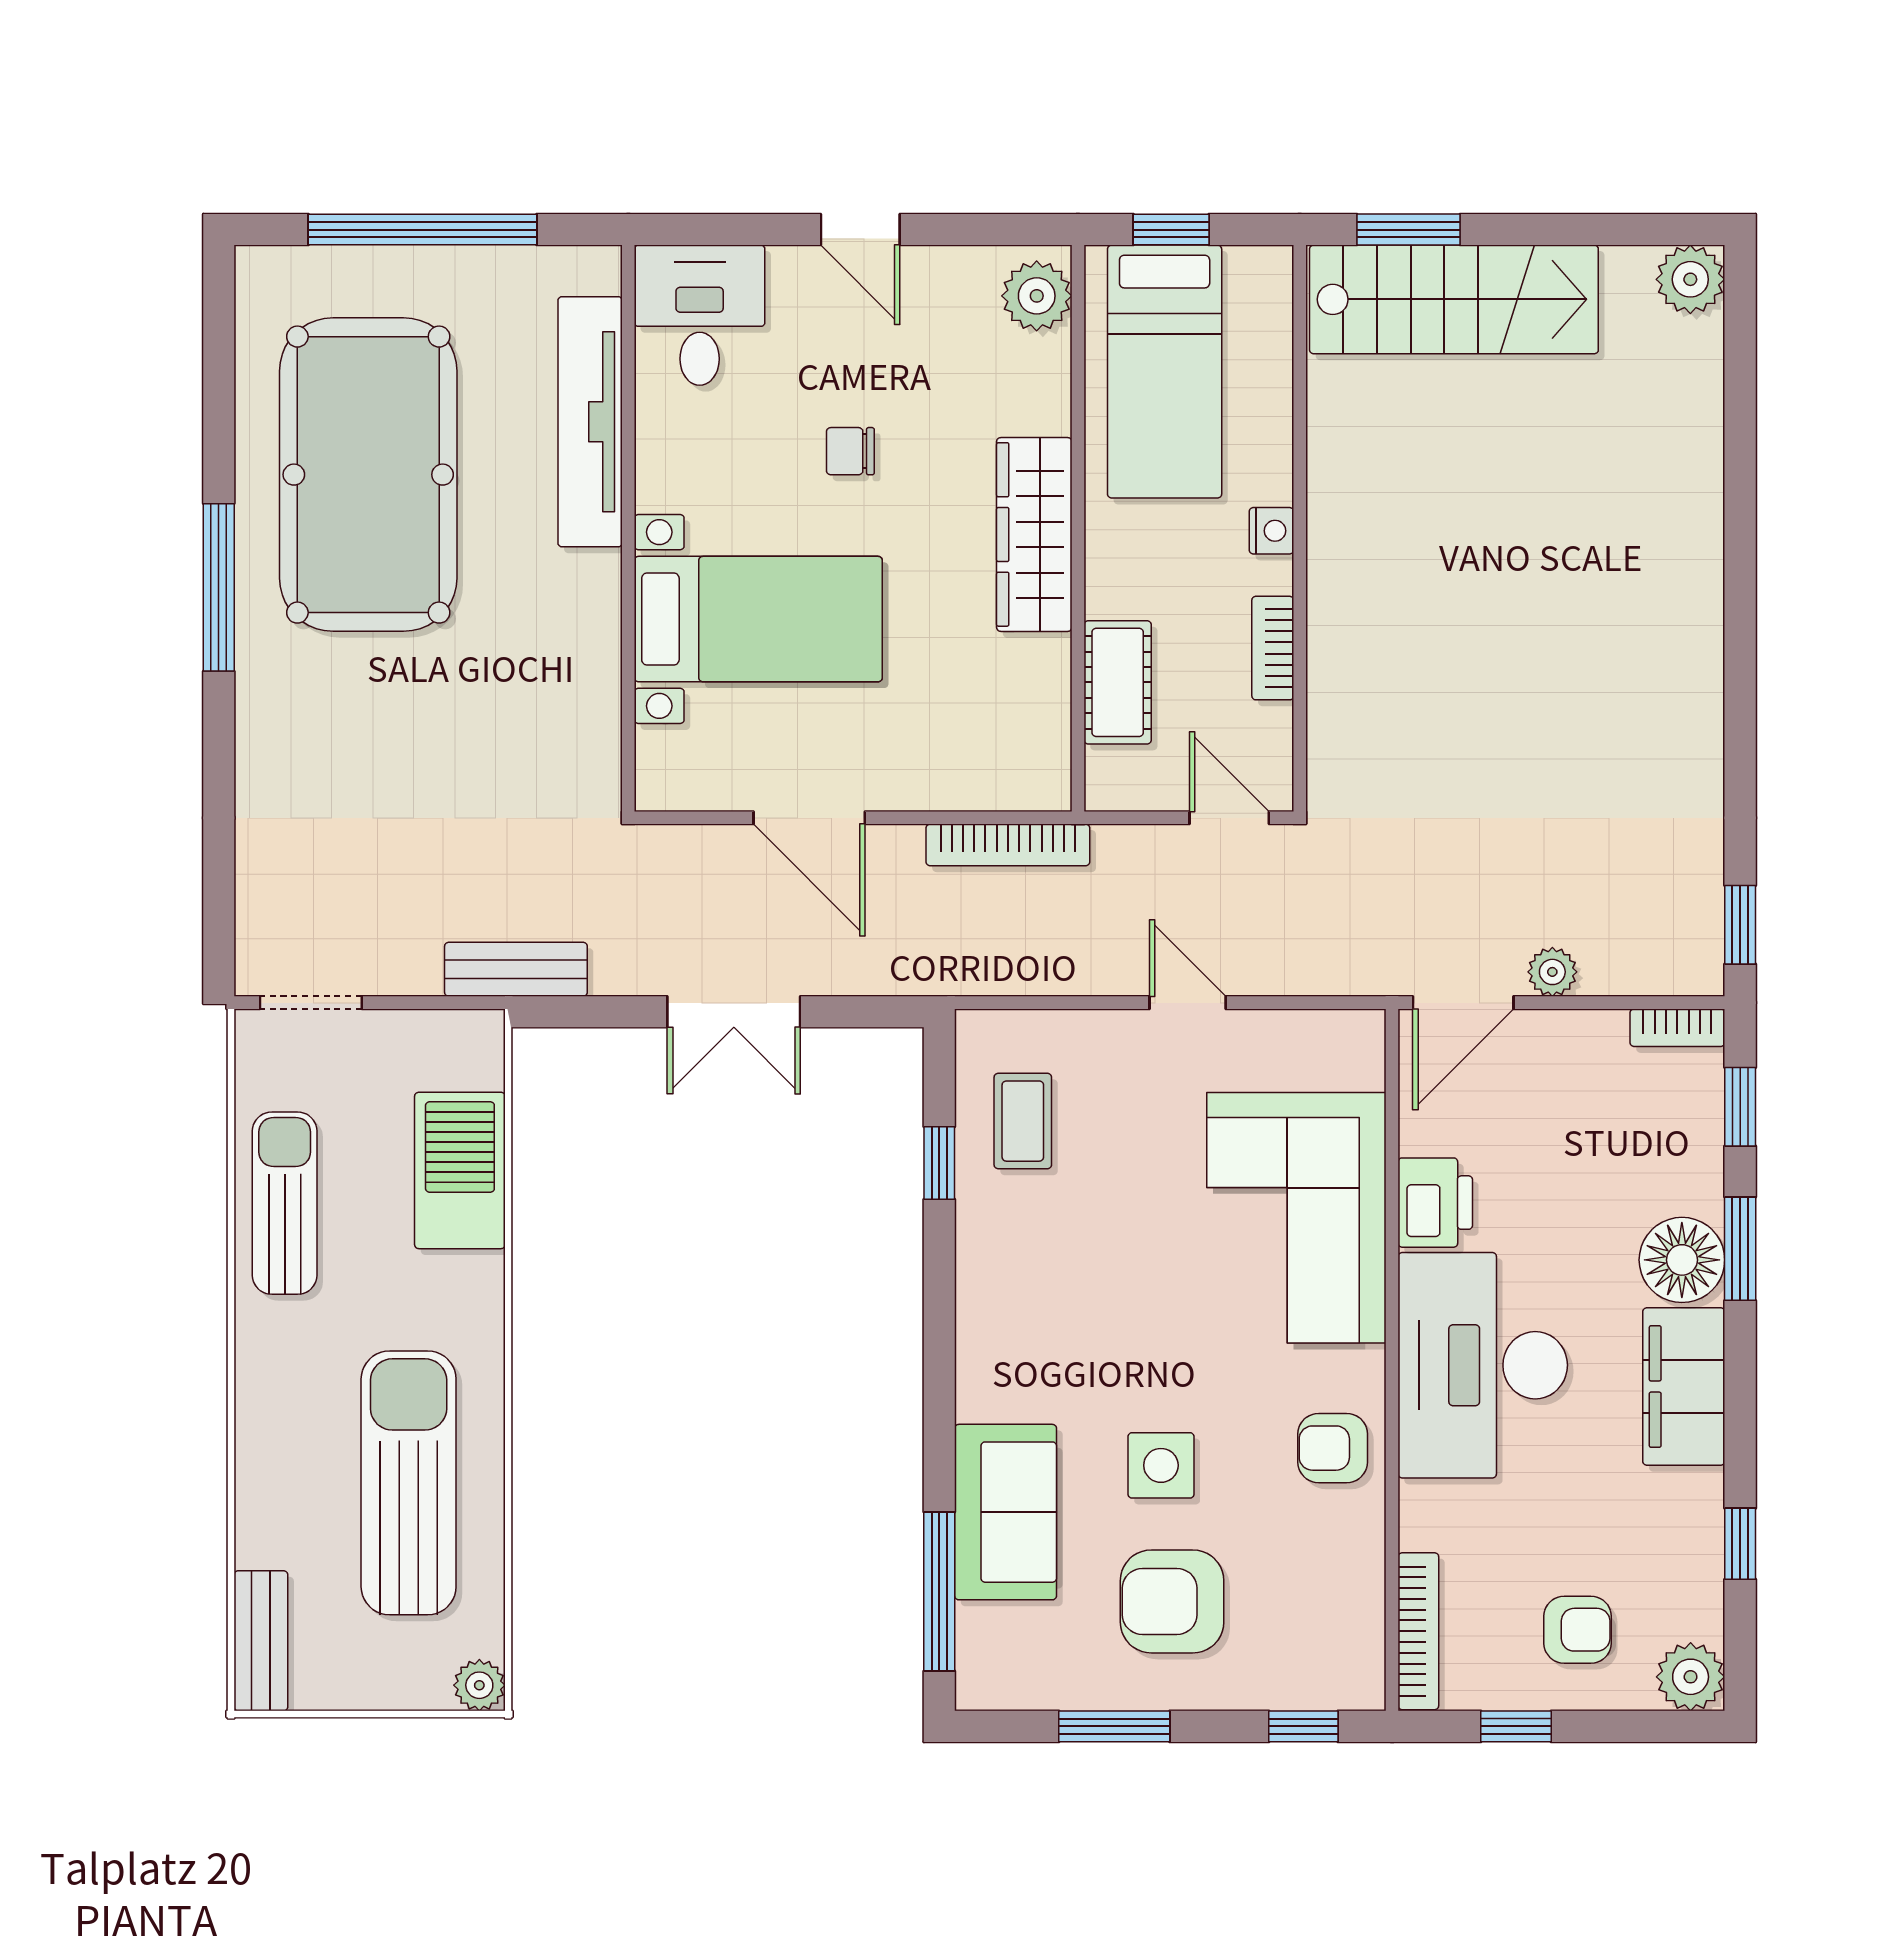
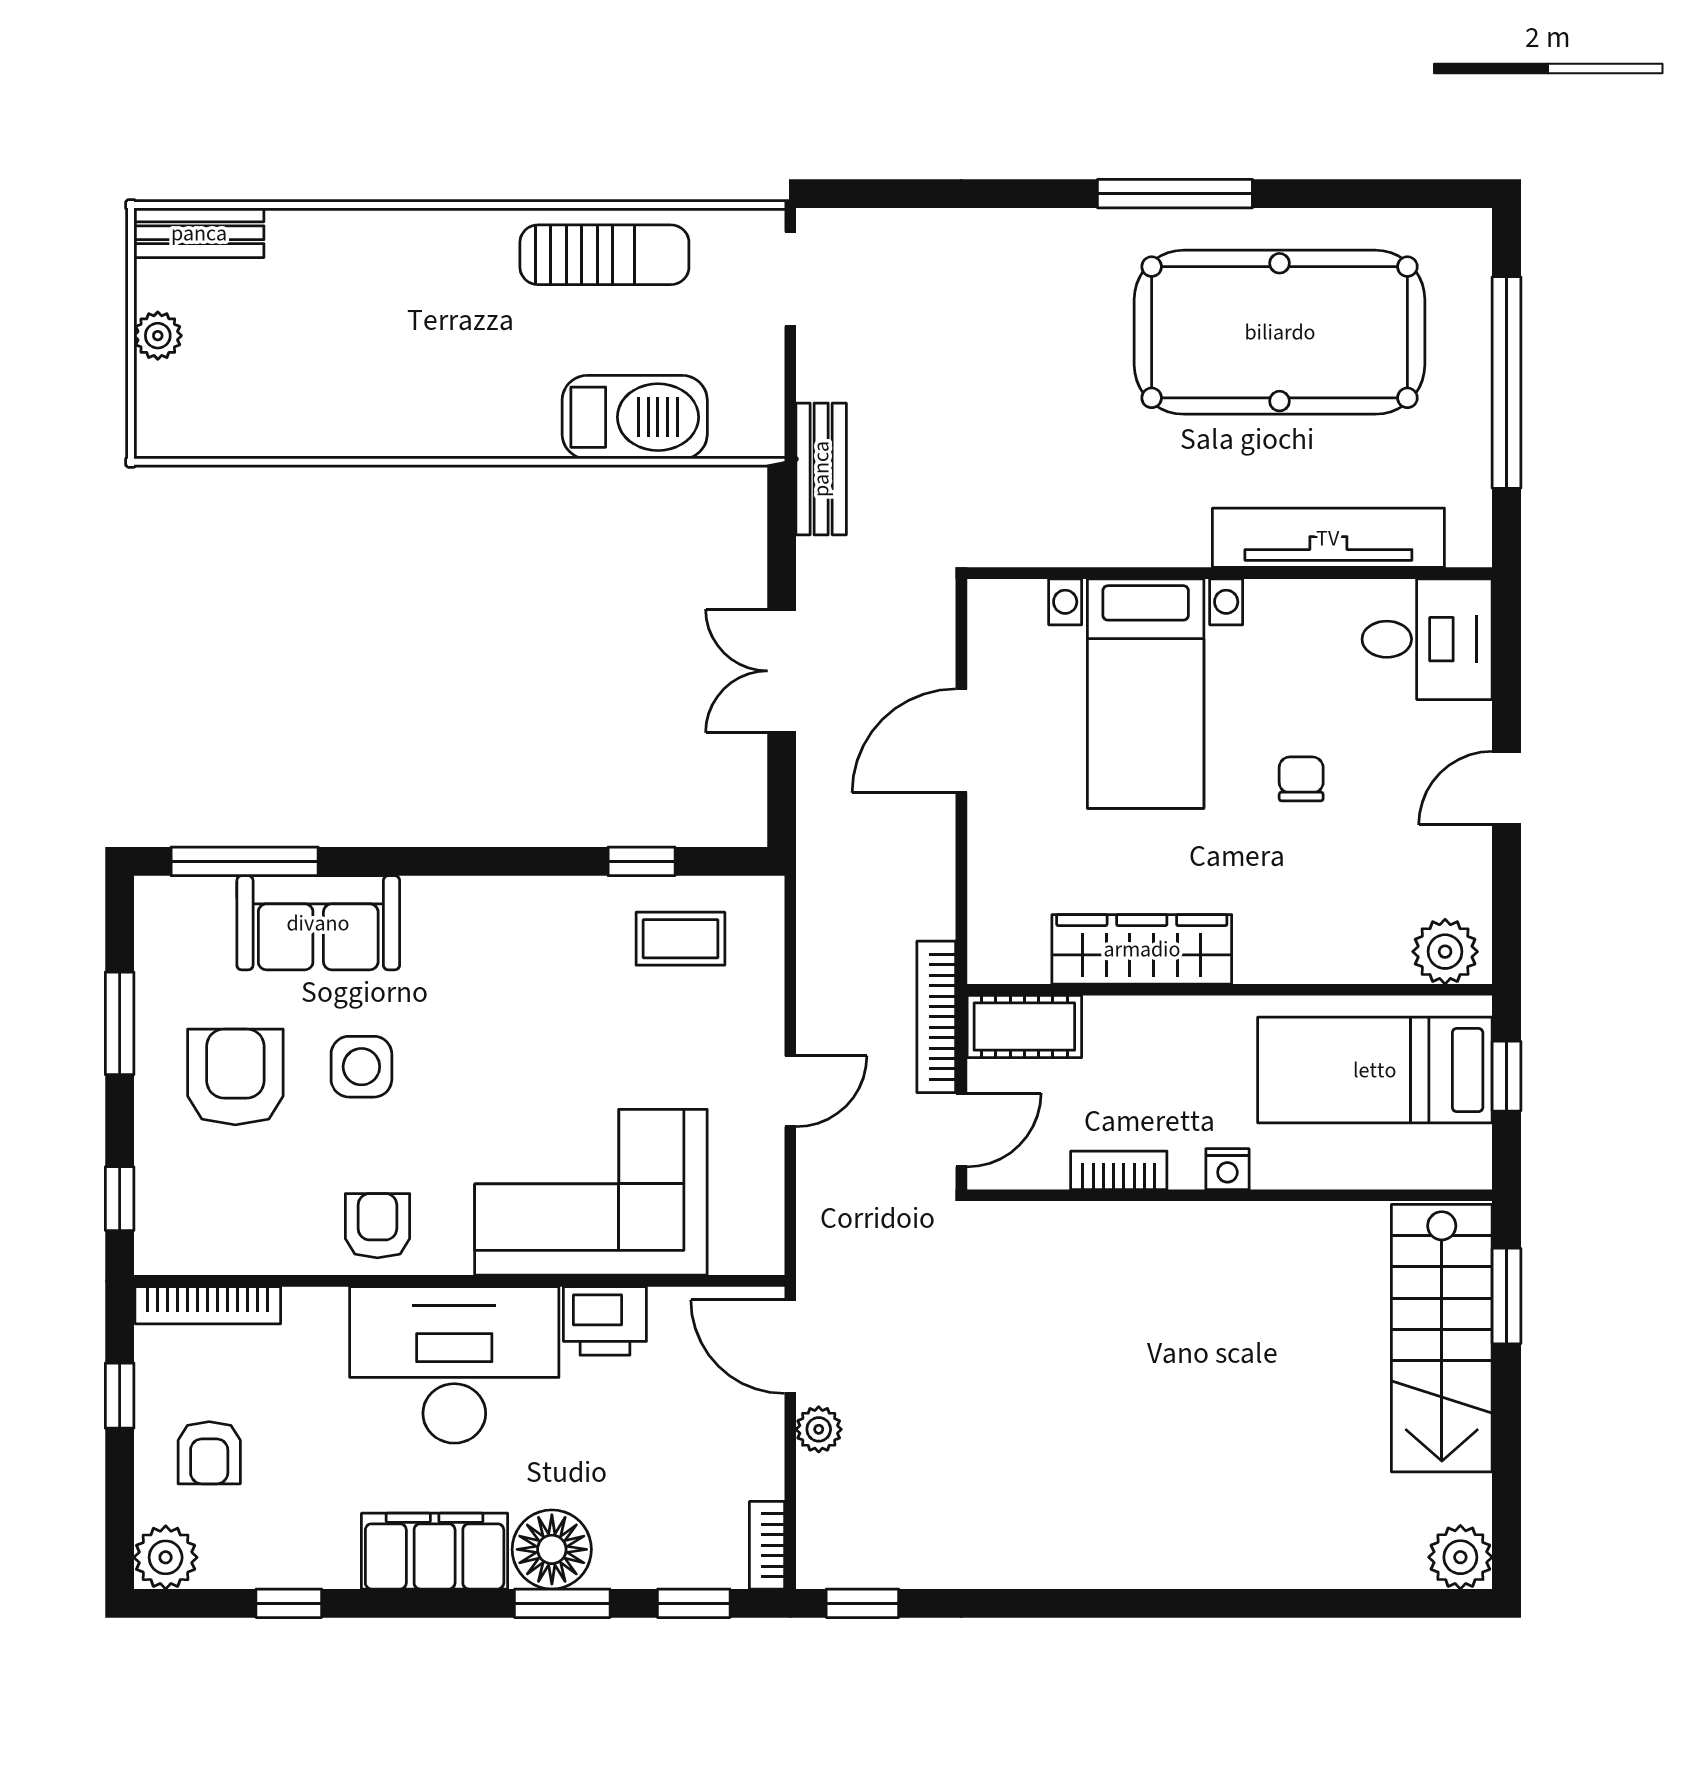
wardrobe: (1034, 534) -> (1142, 949), moved
cot: (1118, 682) -> (1024, 1027), moved
bookcase: (1008, 845) -> (936, 1017), moved
sun lounger: (409, 1483) -> (345, 370), removed
plant: (479, 1685) -> (158, 336), moved

